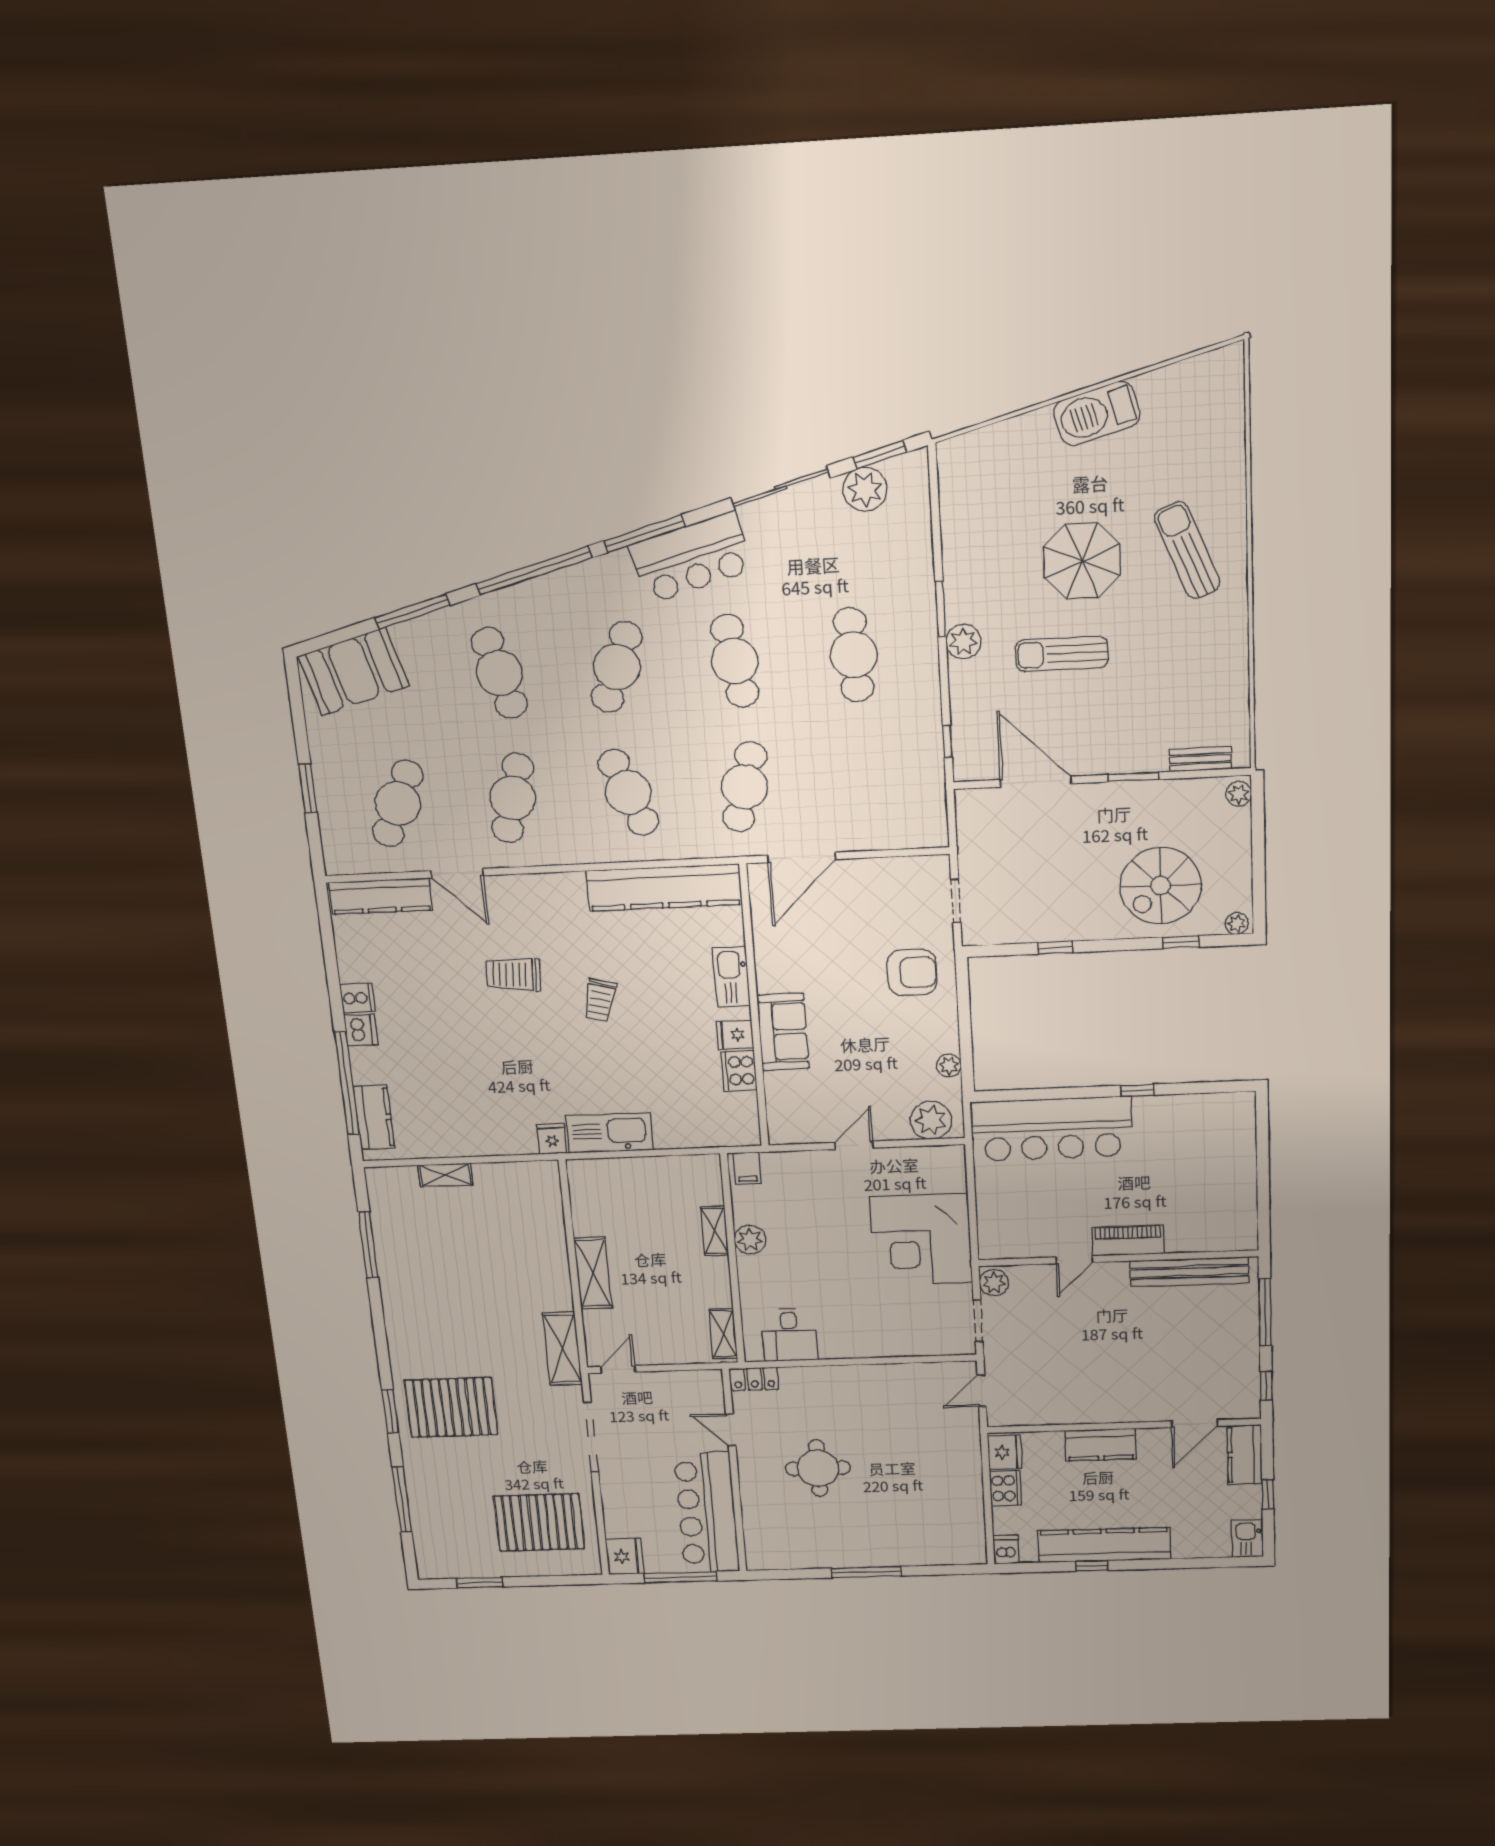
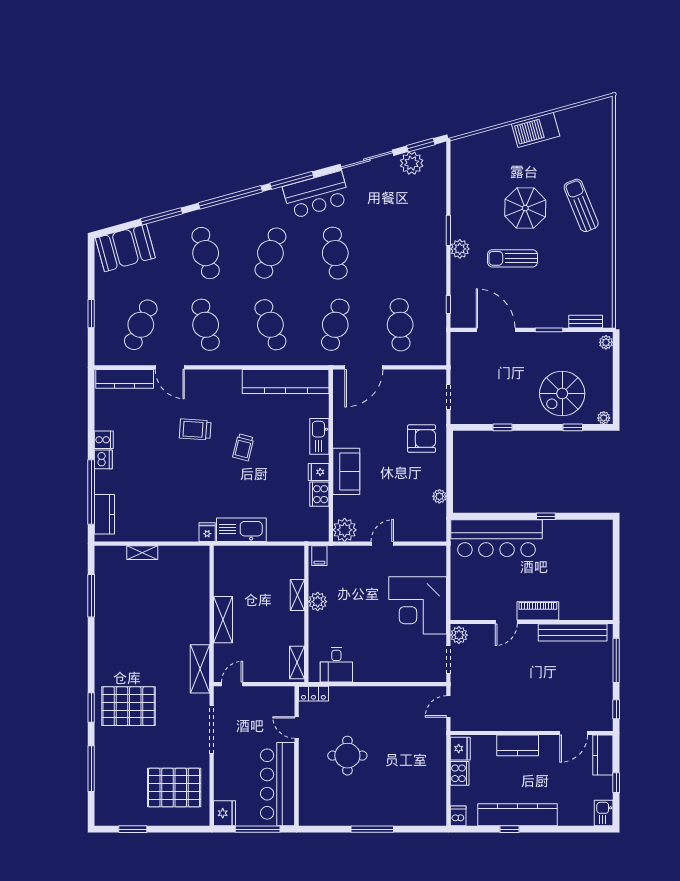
cafe table: (854, 655) -> (400, 325), moved
cafe table: (513, 798) -> (206, 325), turned -30
plant: (931, 1120) -> (345, 530), moved

